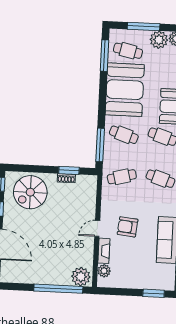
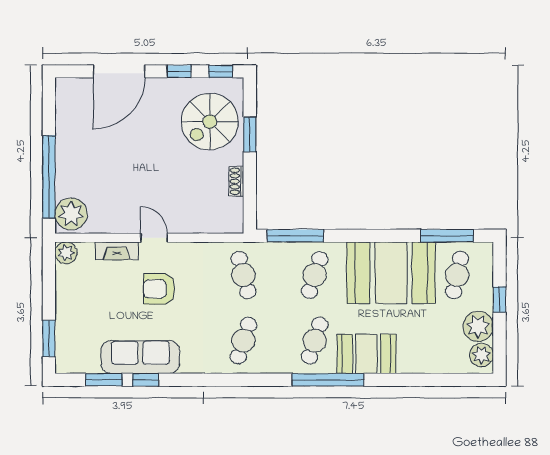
window: (144, 26) -> (499, 299), width x0.46
window: (69, 170) -> (250, 134), moved
spiral stairs: (30, 192) -> (210, 122), turned -90
armchair: (128, 227) -> (159, 289), turned -96
plant: (104, 271) -> (66, 253), moved

